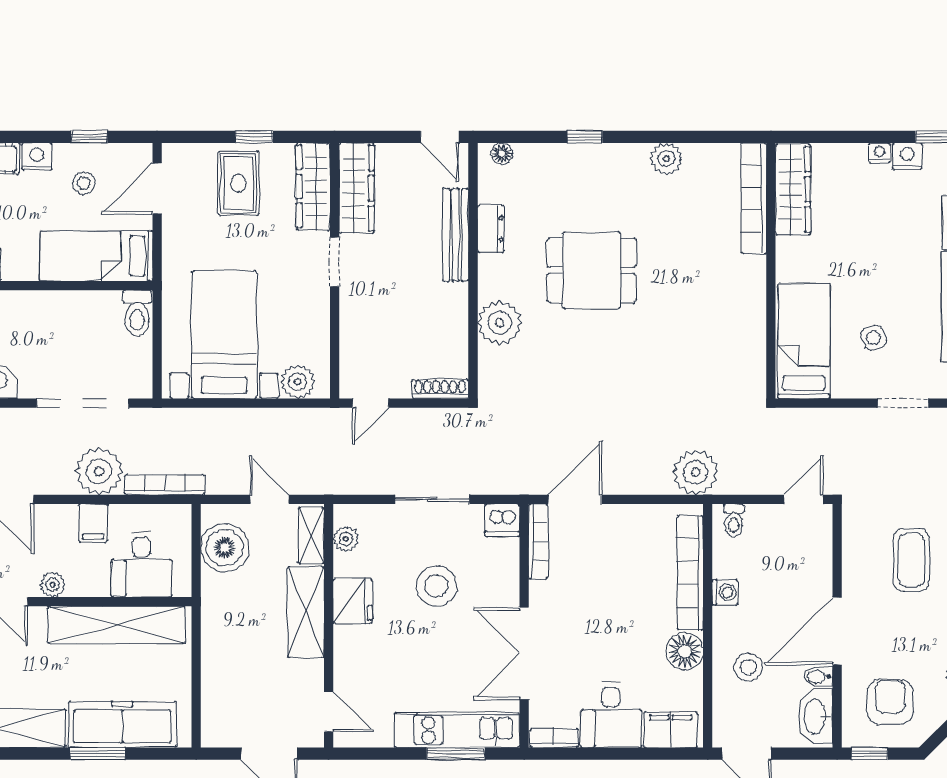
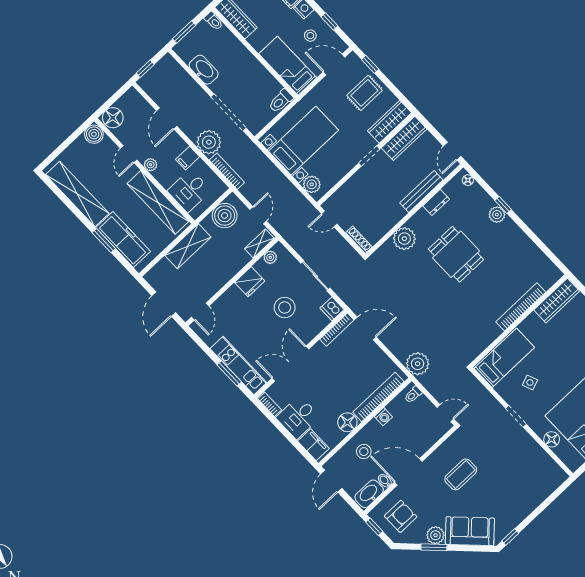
window: (254, 137) -> (370, 64), moved
plant: (666, 159) -> (497, 215), moved
bookcase: (754, 198) -> (521, 307), moved
shelving: (306, 612) -> (188, 246), moved

